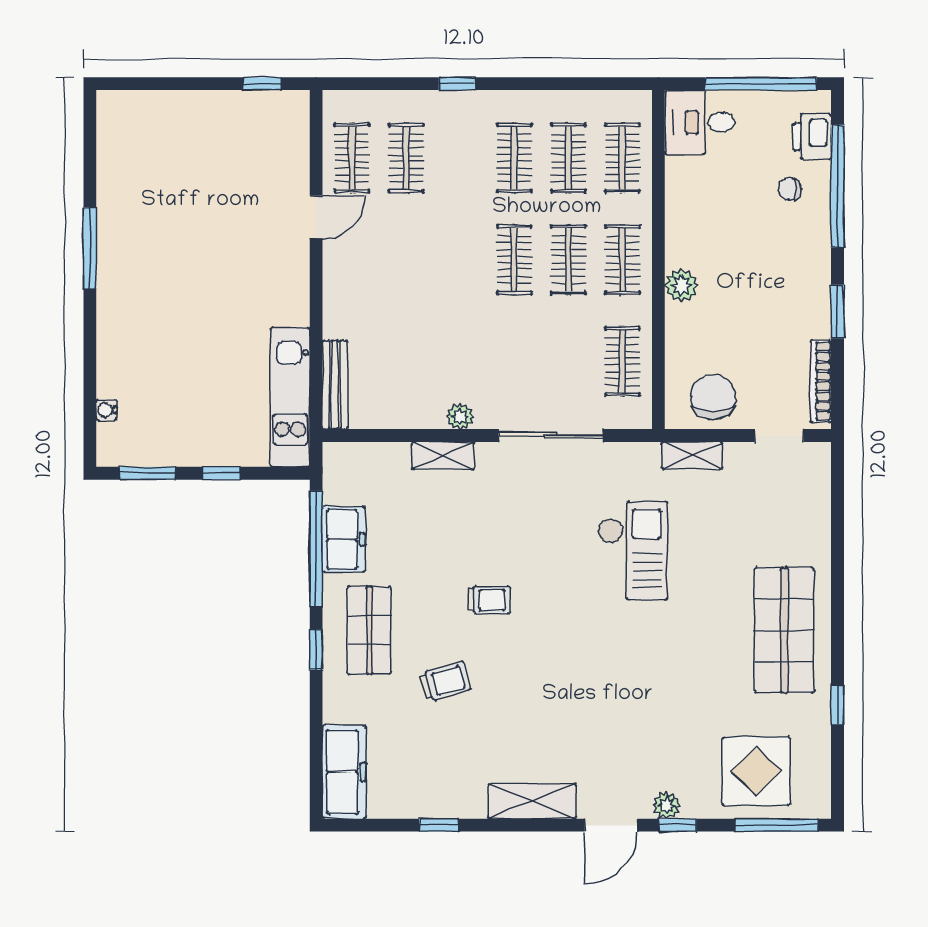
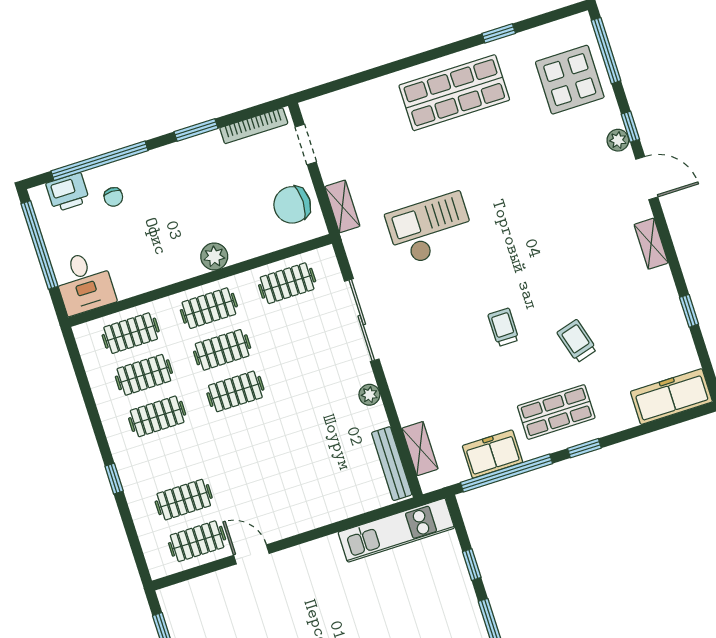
bench: (335, 385) -> (392, 464), moved, turned 90
shelving: (443, 456) -> (420, 449), moved
shelving: (532, 801) -> (651, 244), width x0.67, depth x0.75

